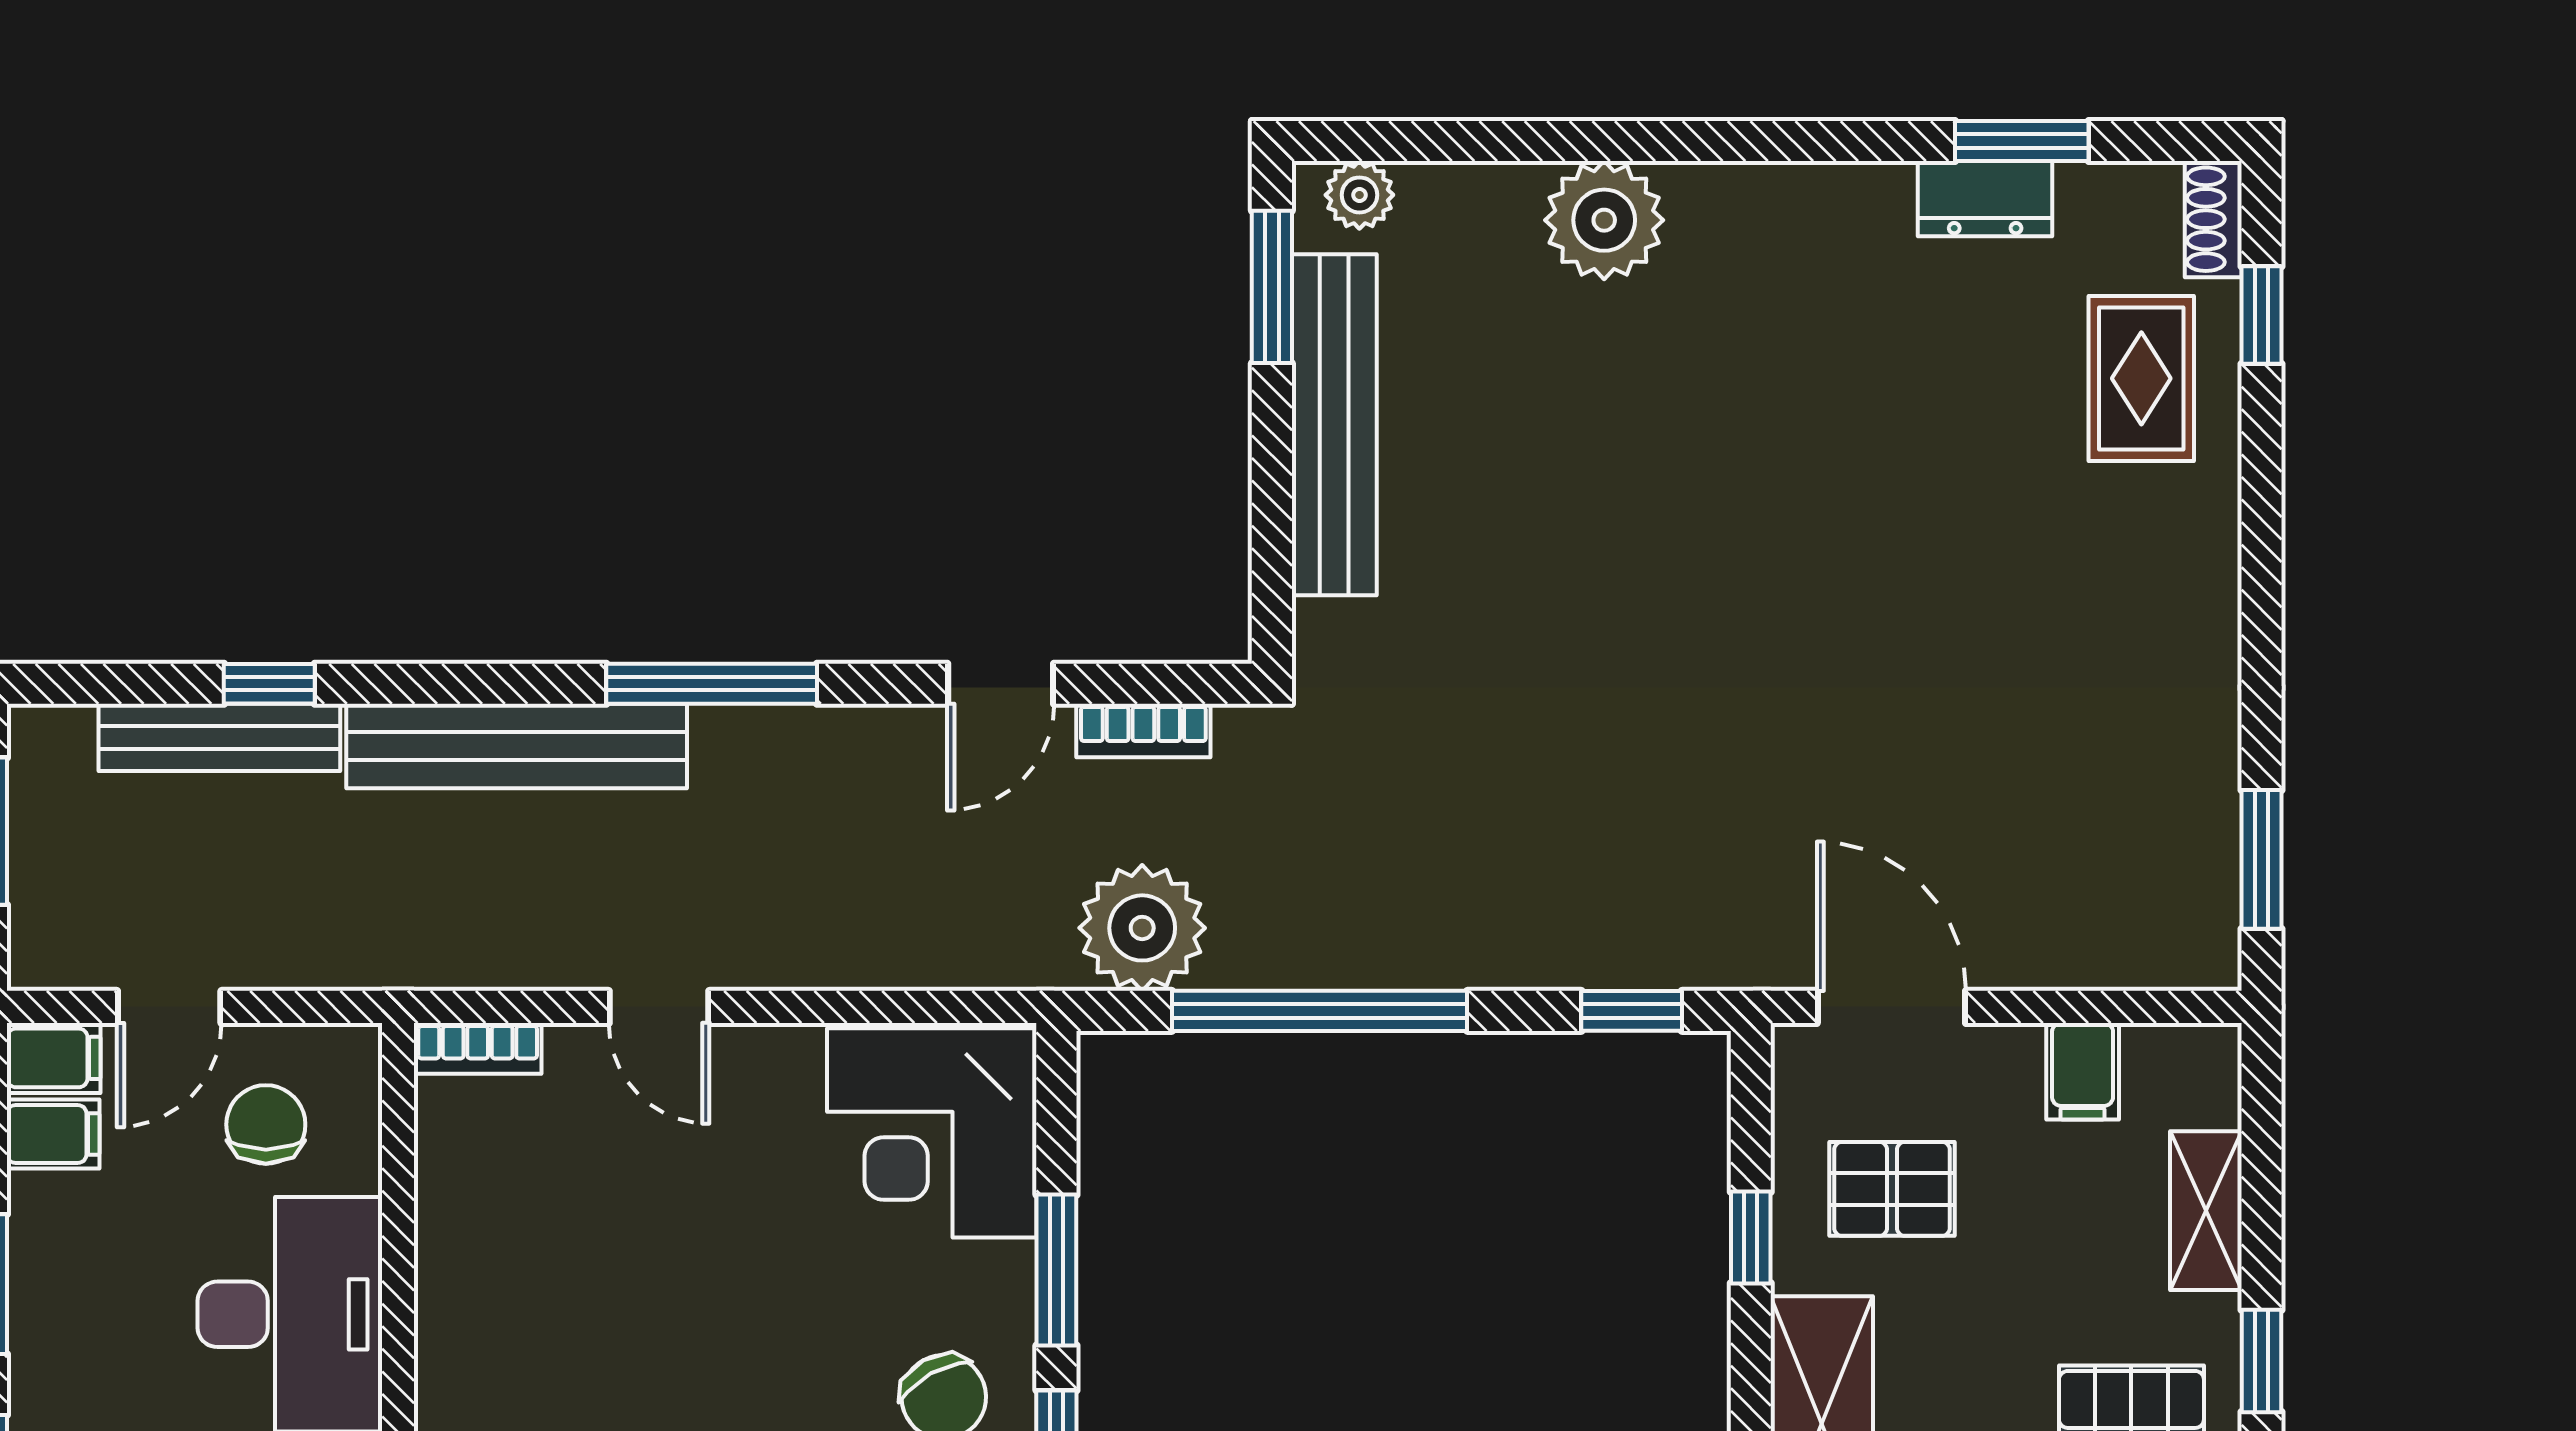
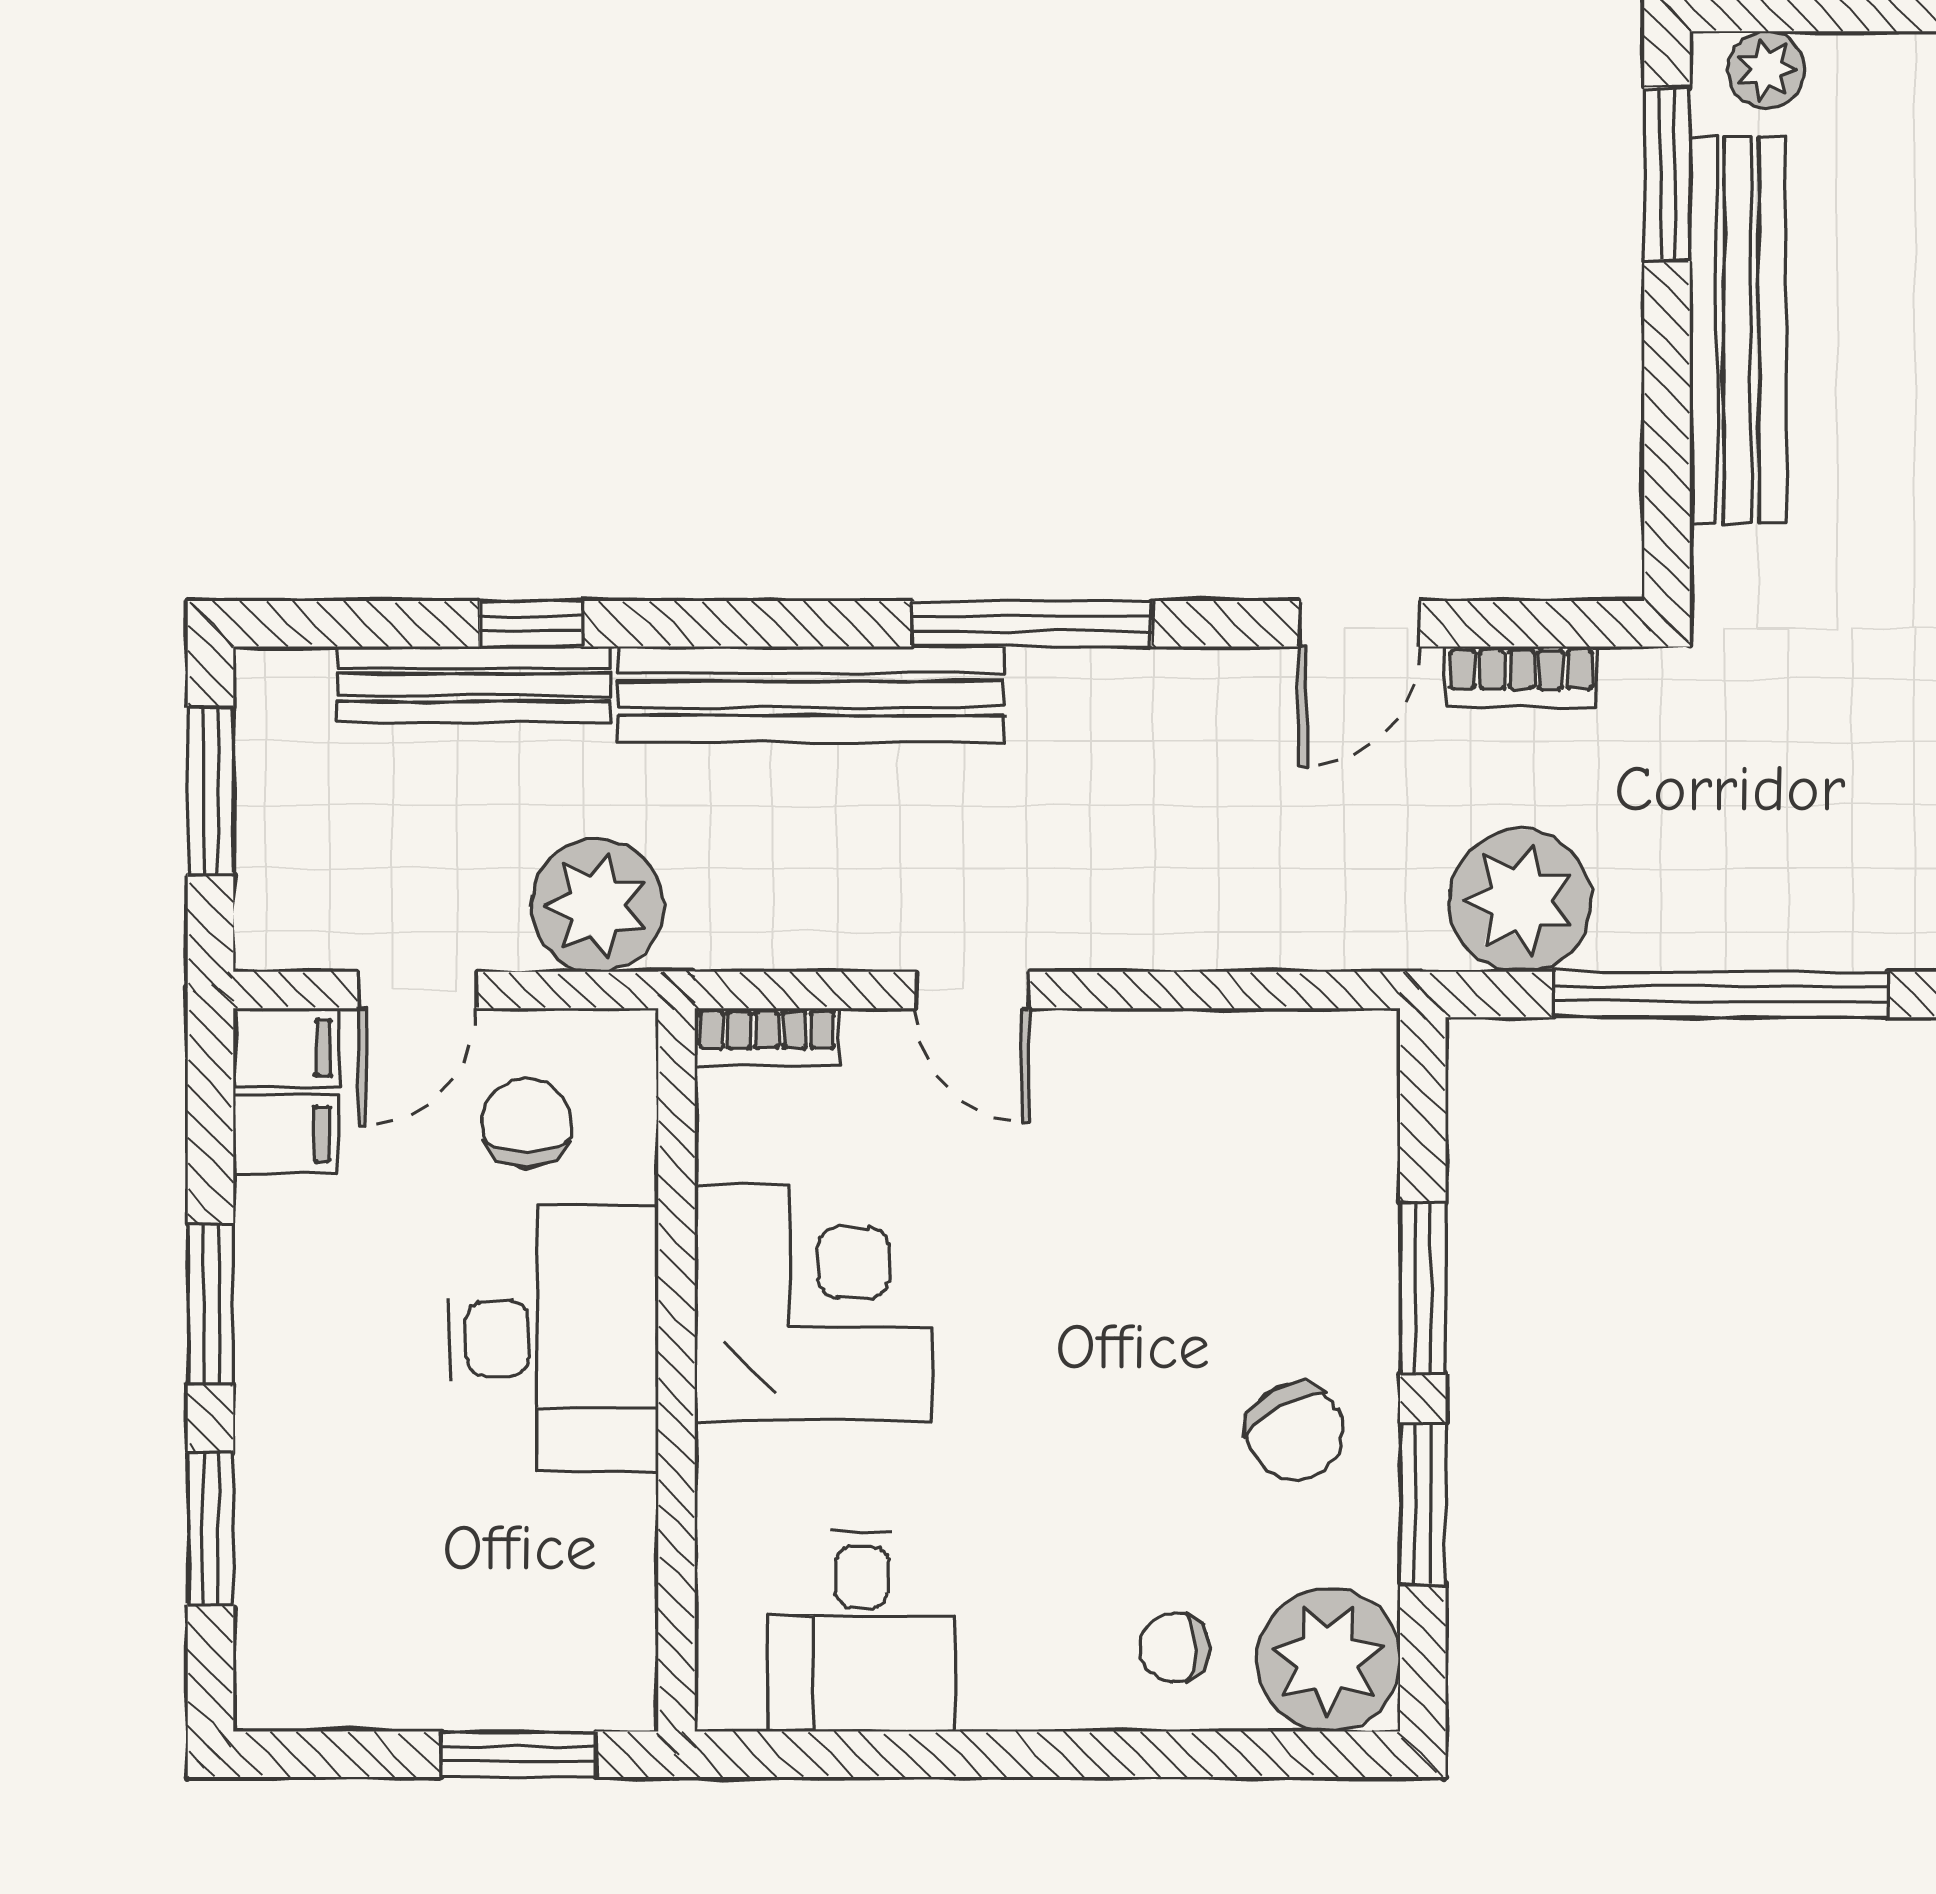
plant: (328, 932) -> (597, 906), added
corner desk: (932, 1133) -> (813, 1303), moved, turned 180

